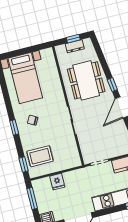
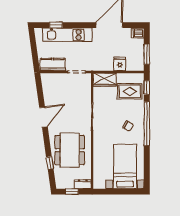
dresser: (75, 46) -> (83, 184), moved
window: (112, 85) -> (50, 163), moved
window: (14, 127) -> (147, 124), width x3.17
wardrobe: (69, 162) -> (105, 80), added

